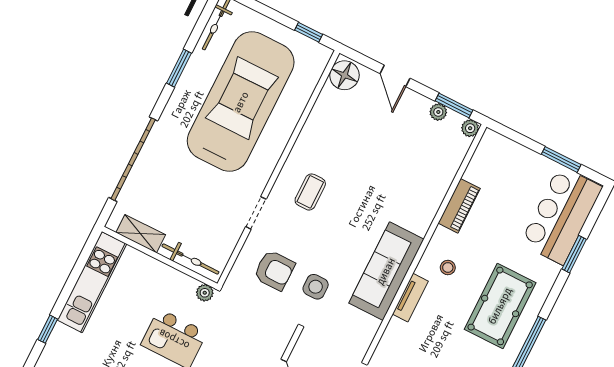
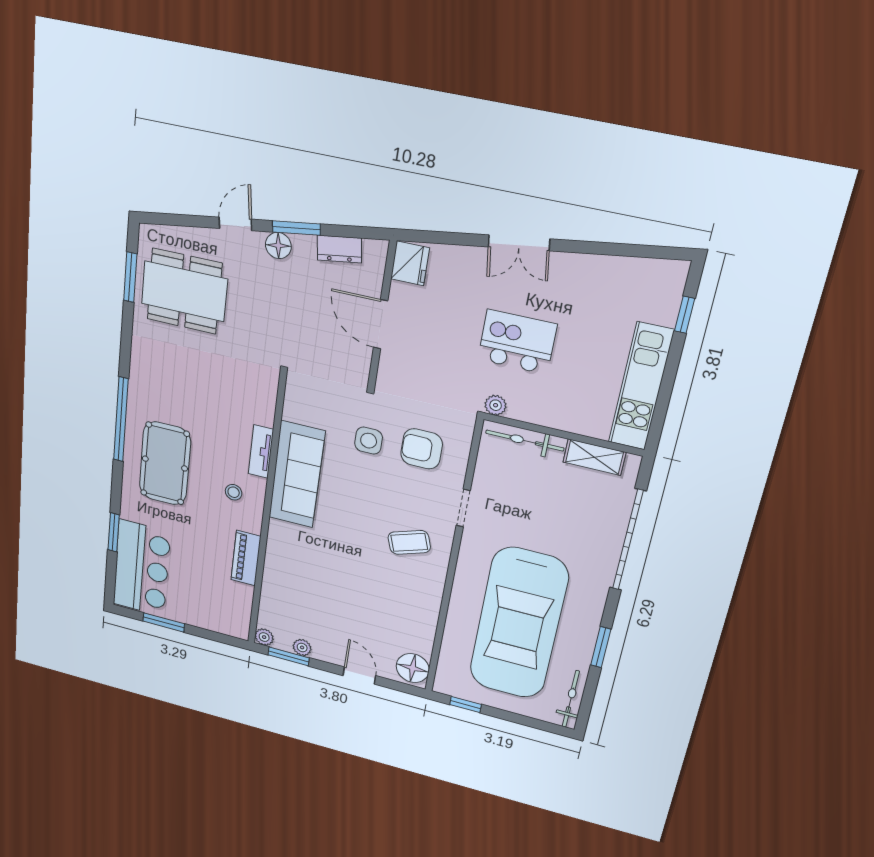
coffee table: (310, 192) -> (409, 542), turned 71

